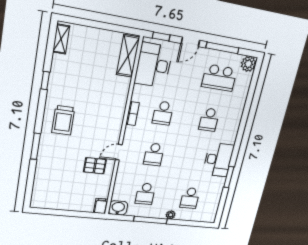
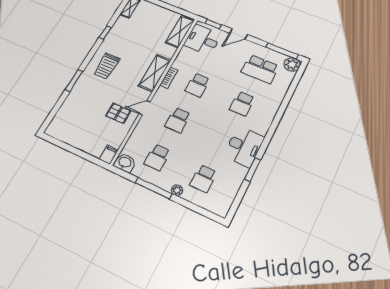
window: (222, 48) -> (282, 51), moved
desk: (154, 65) -> (202, 40), width x0.73
shelving: (117, 113) -> (155, 73), added

